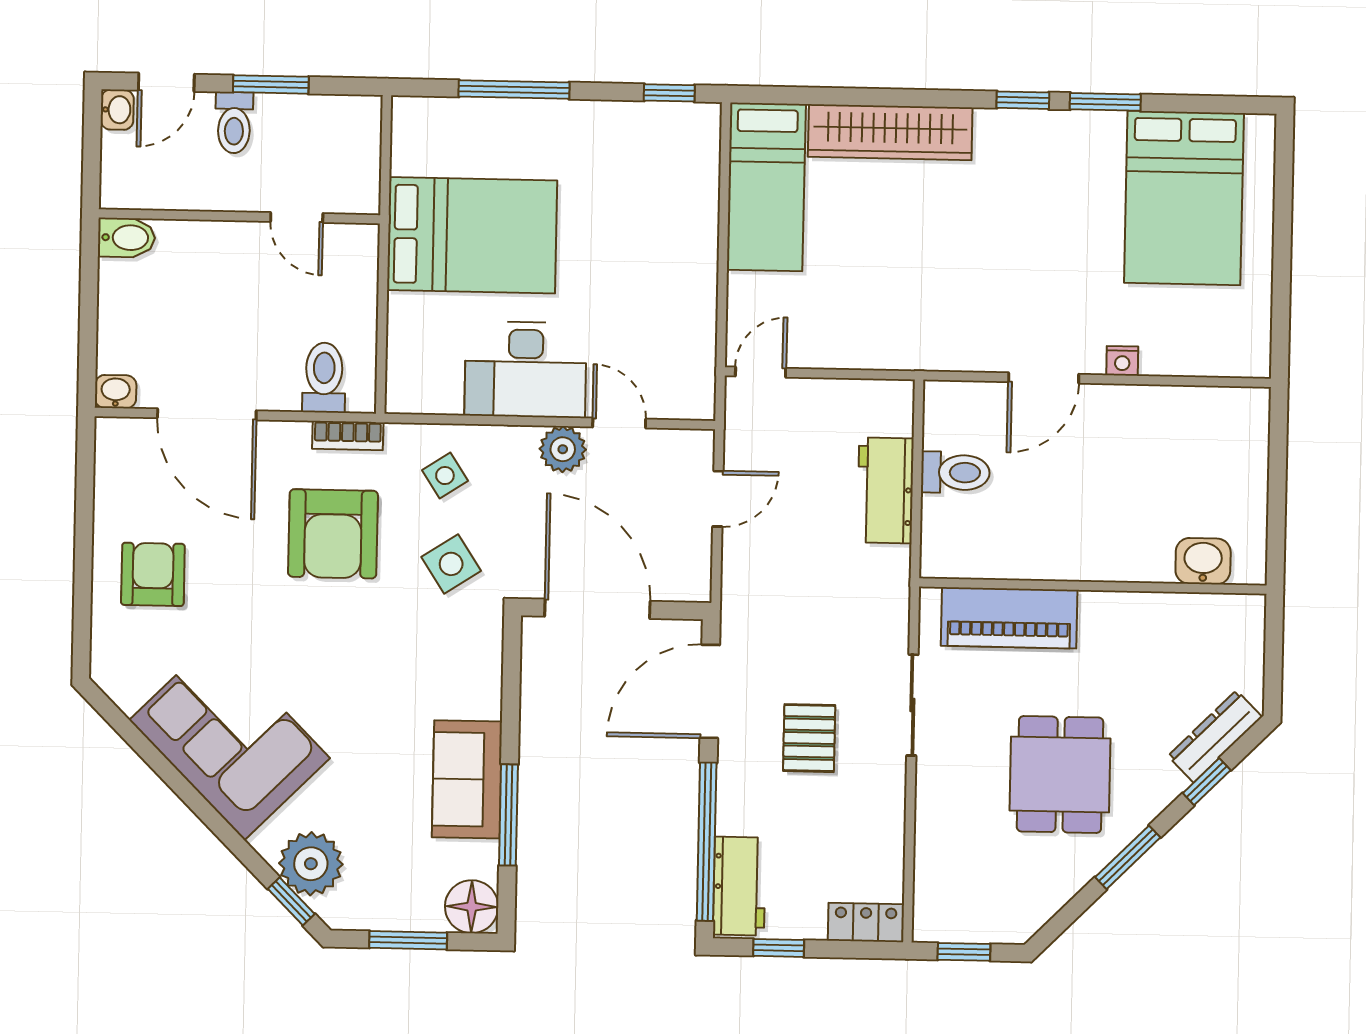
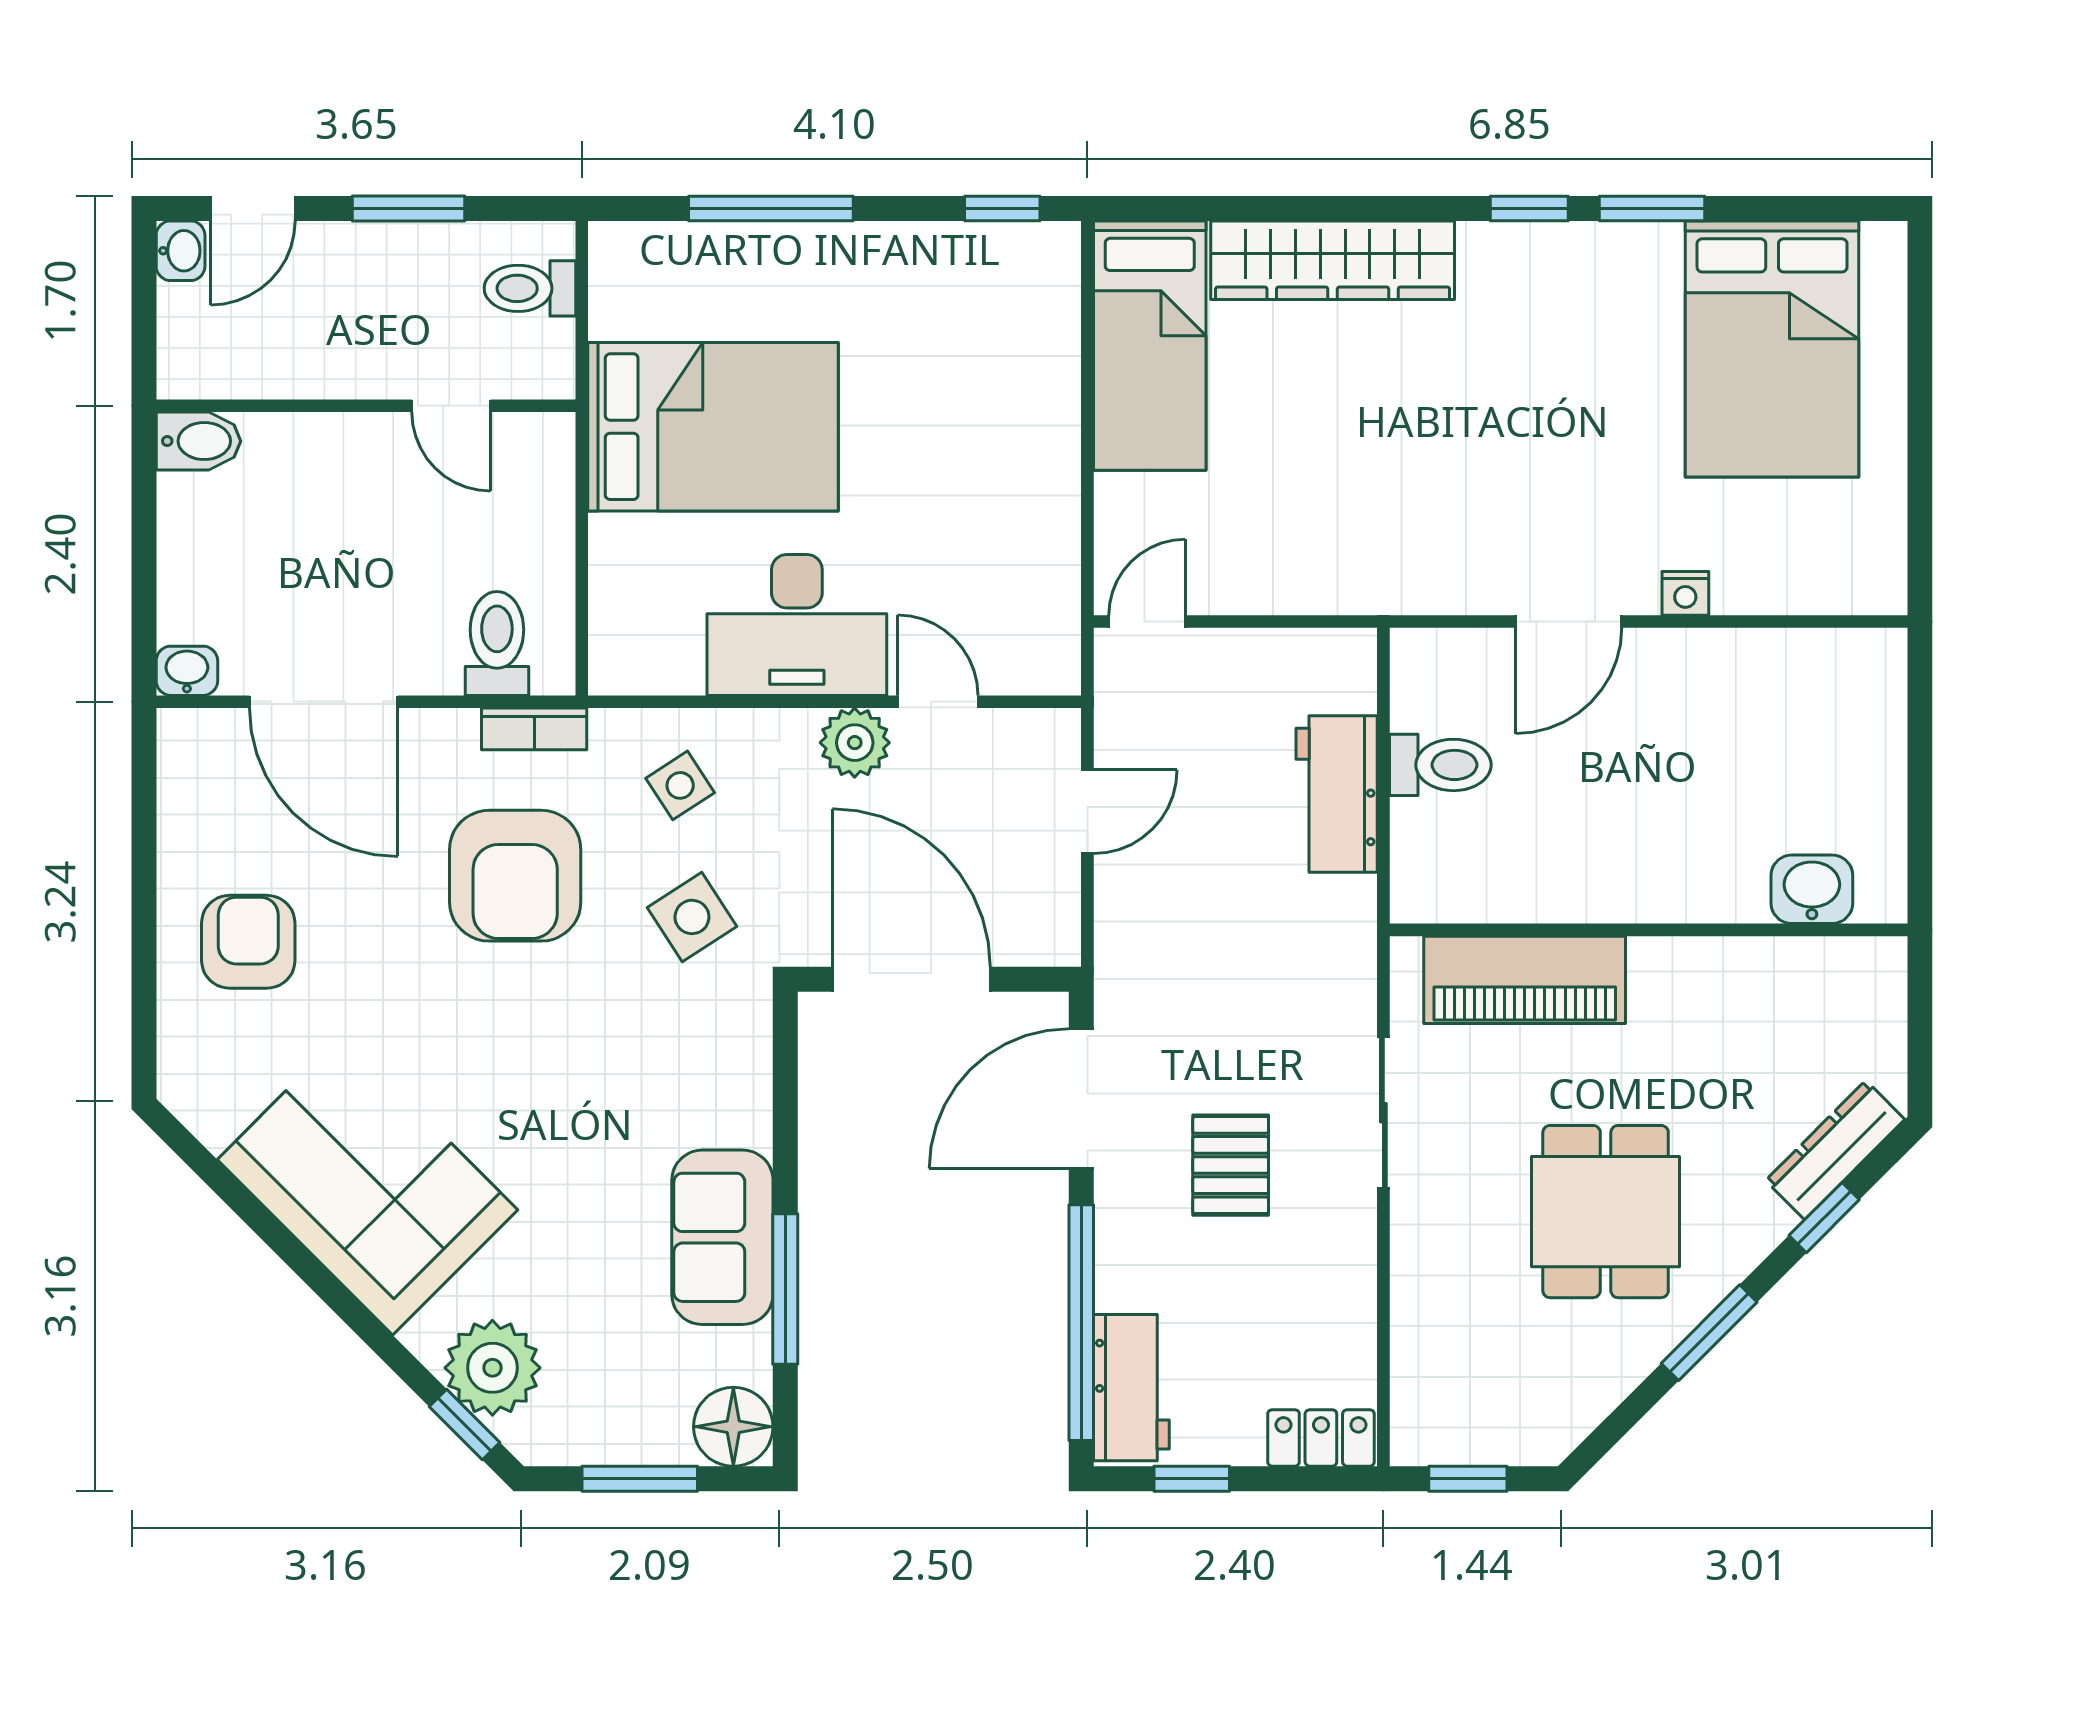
toilet: (234, 123) -> (530, 288), moved, turned 90

